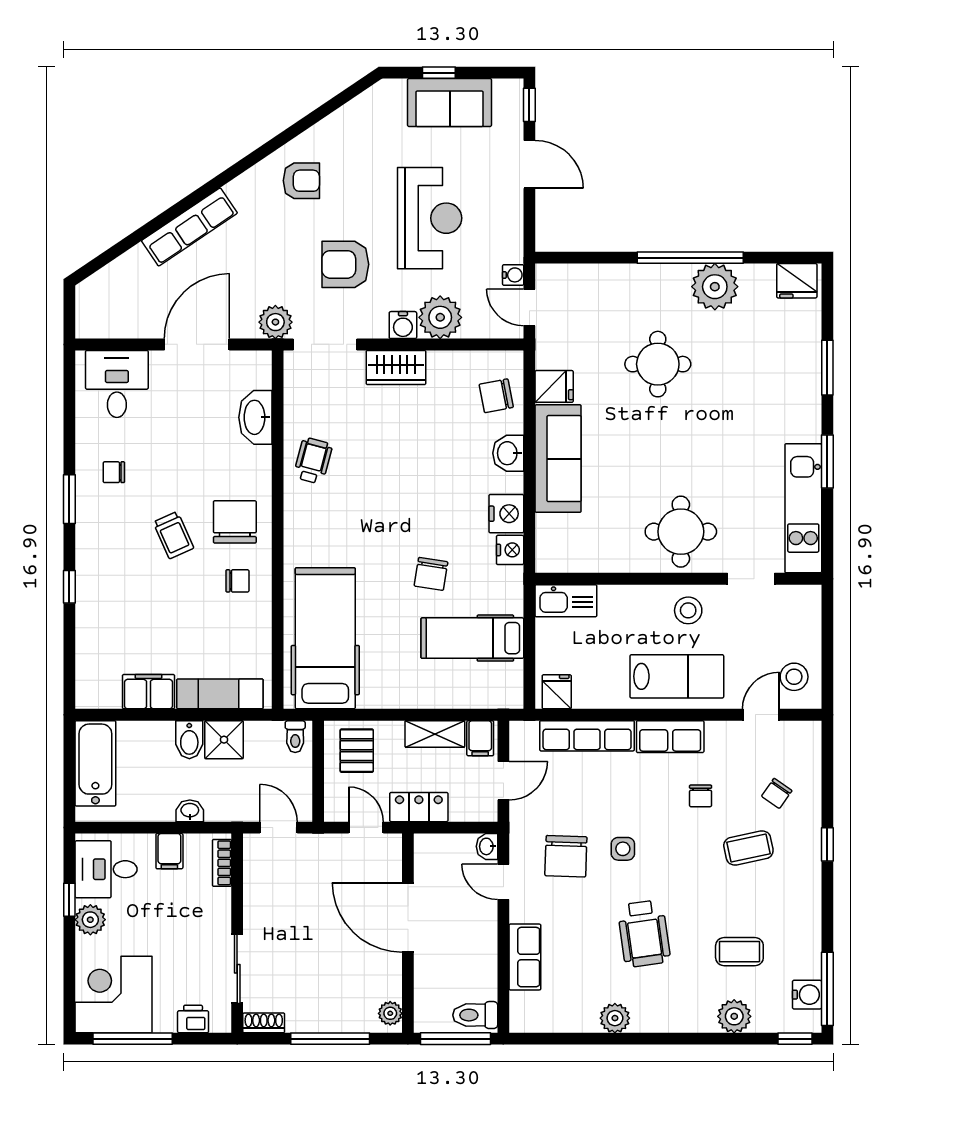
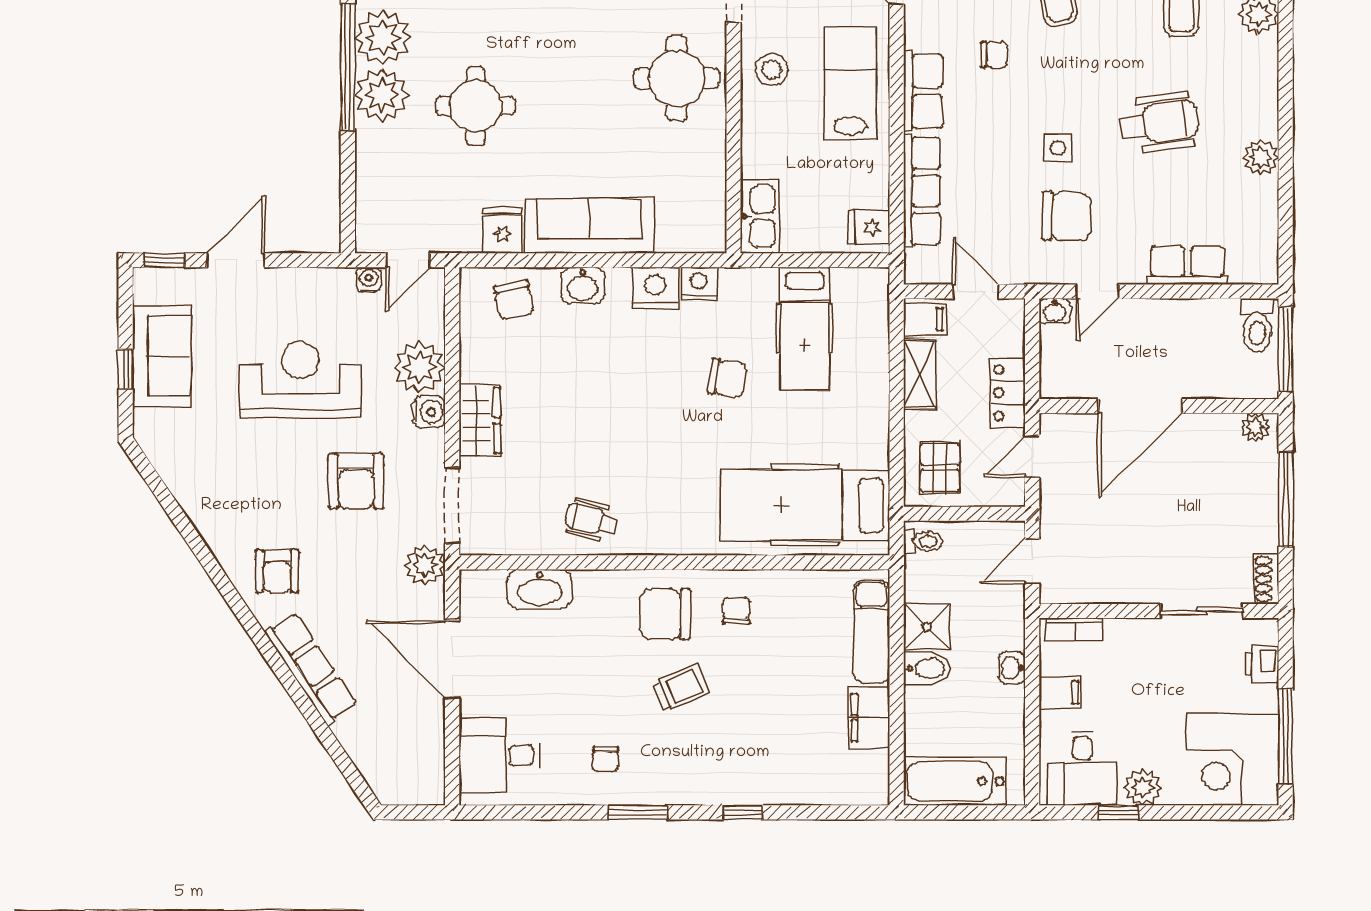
armchair: (301, 181) -> (277, 571), moved, turned 180
plant: (667, 286) -> (382, 95), added
pallet: (357, 751) -> (940, 468), turned 90

